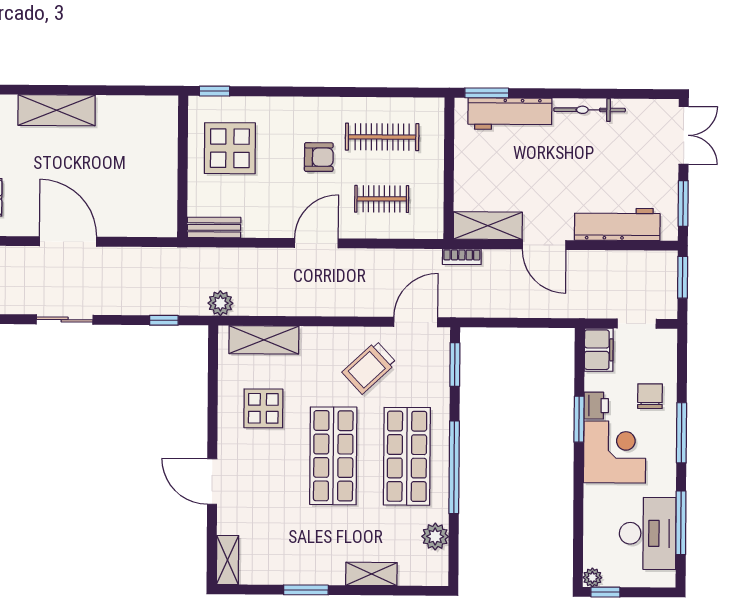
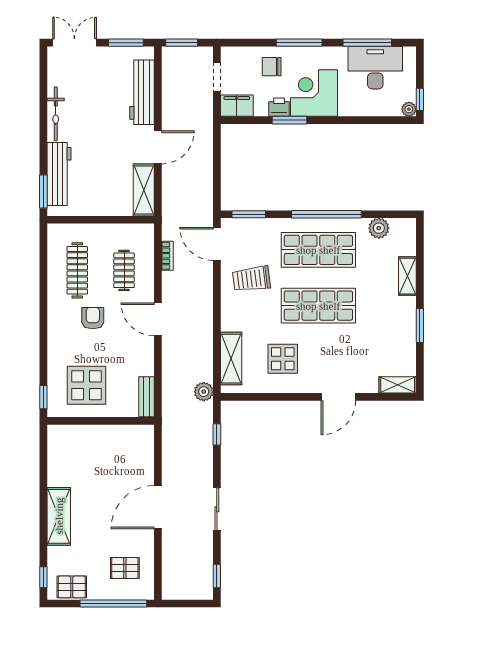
bookcase: (462, 257) -> (167, 256), moved
trolley: (369, 368) -> (251, 279), turned 126

